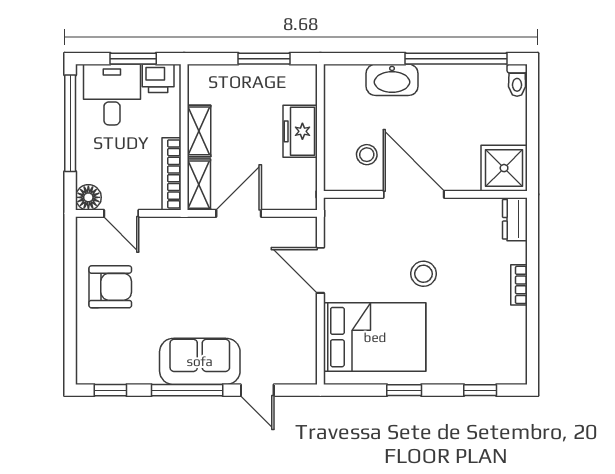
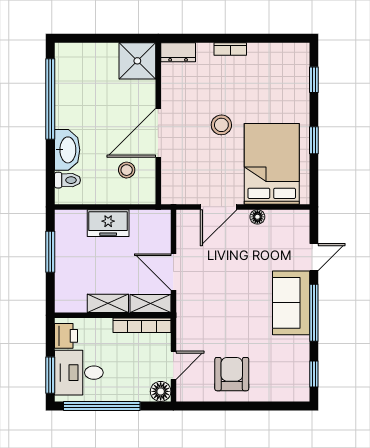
window: (133, 59) -> (50, 375), moved
toilet: (517, 80) -> (67, 180), moved
floor lamp: (308, 319) -> (257, 217), added

